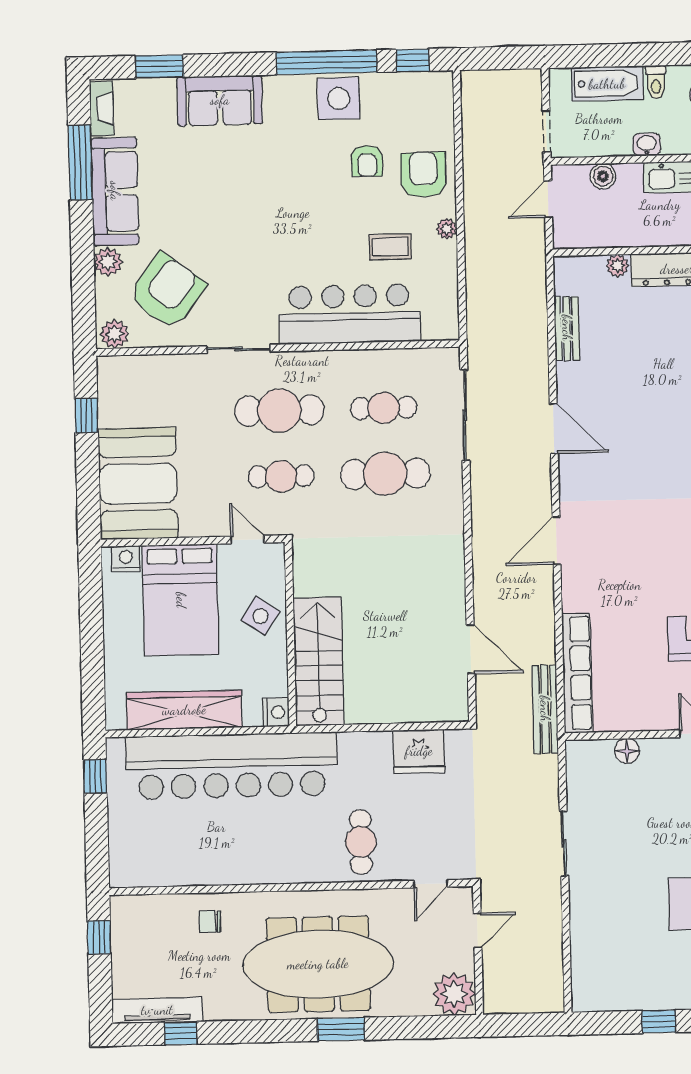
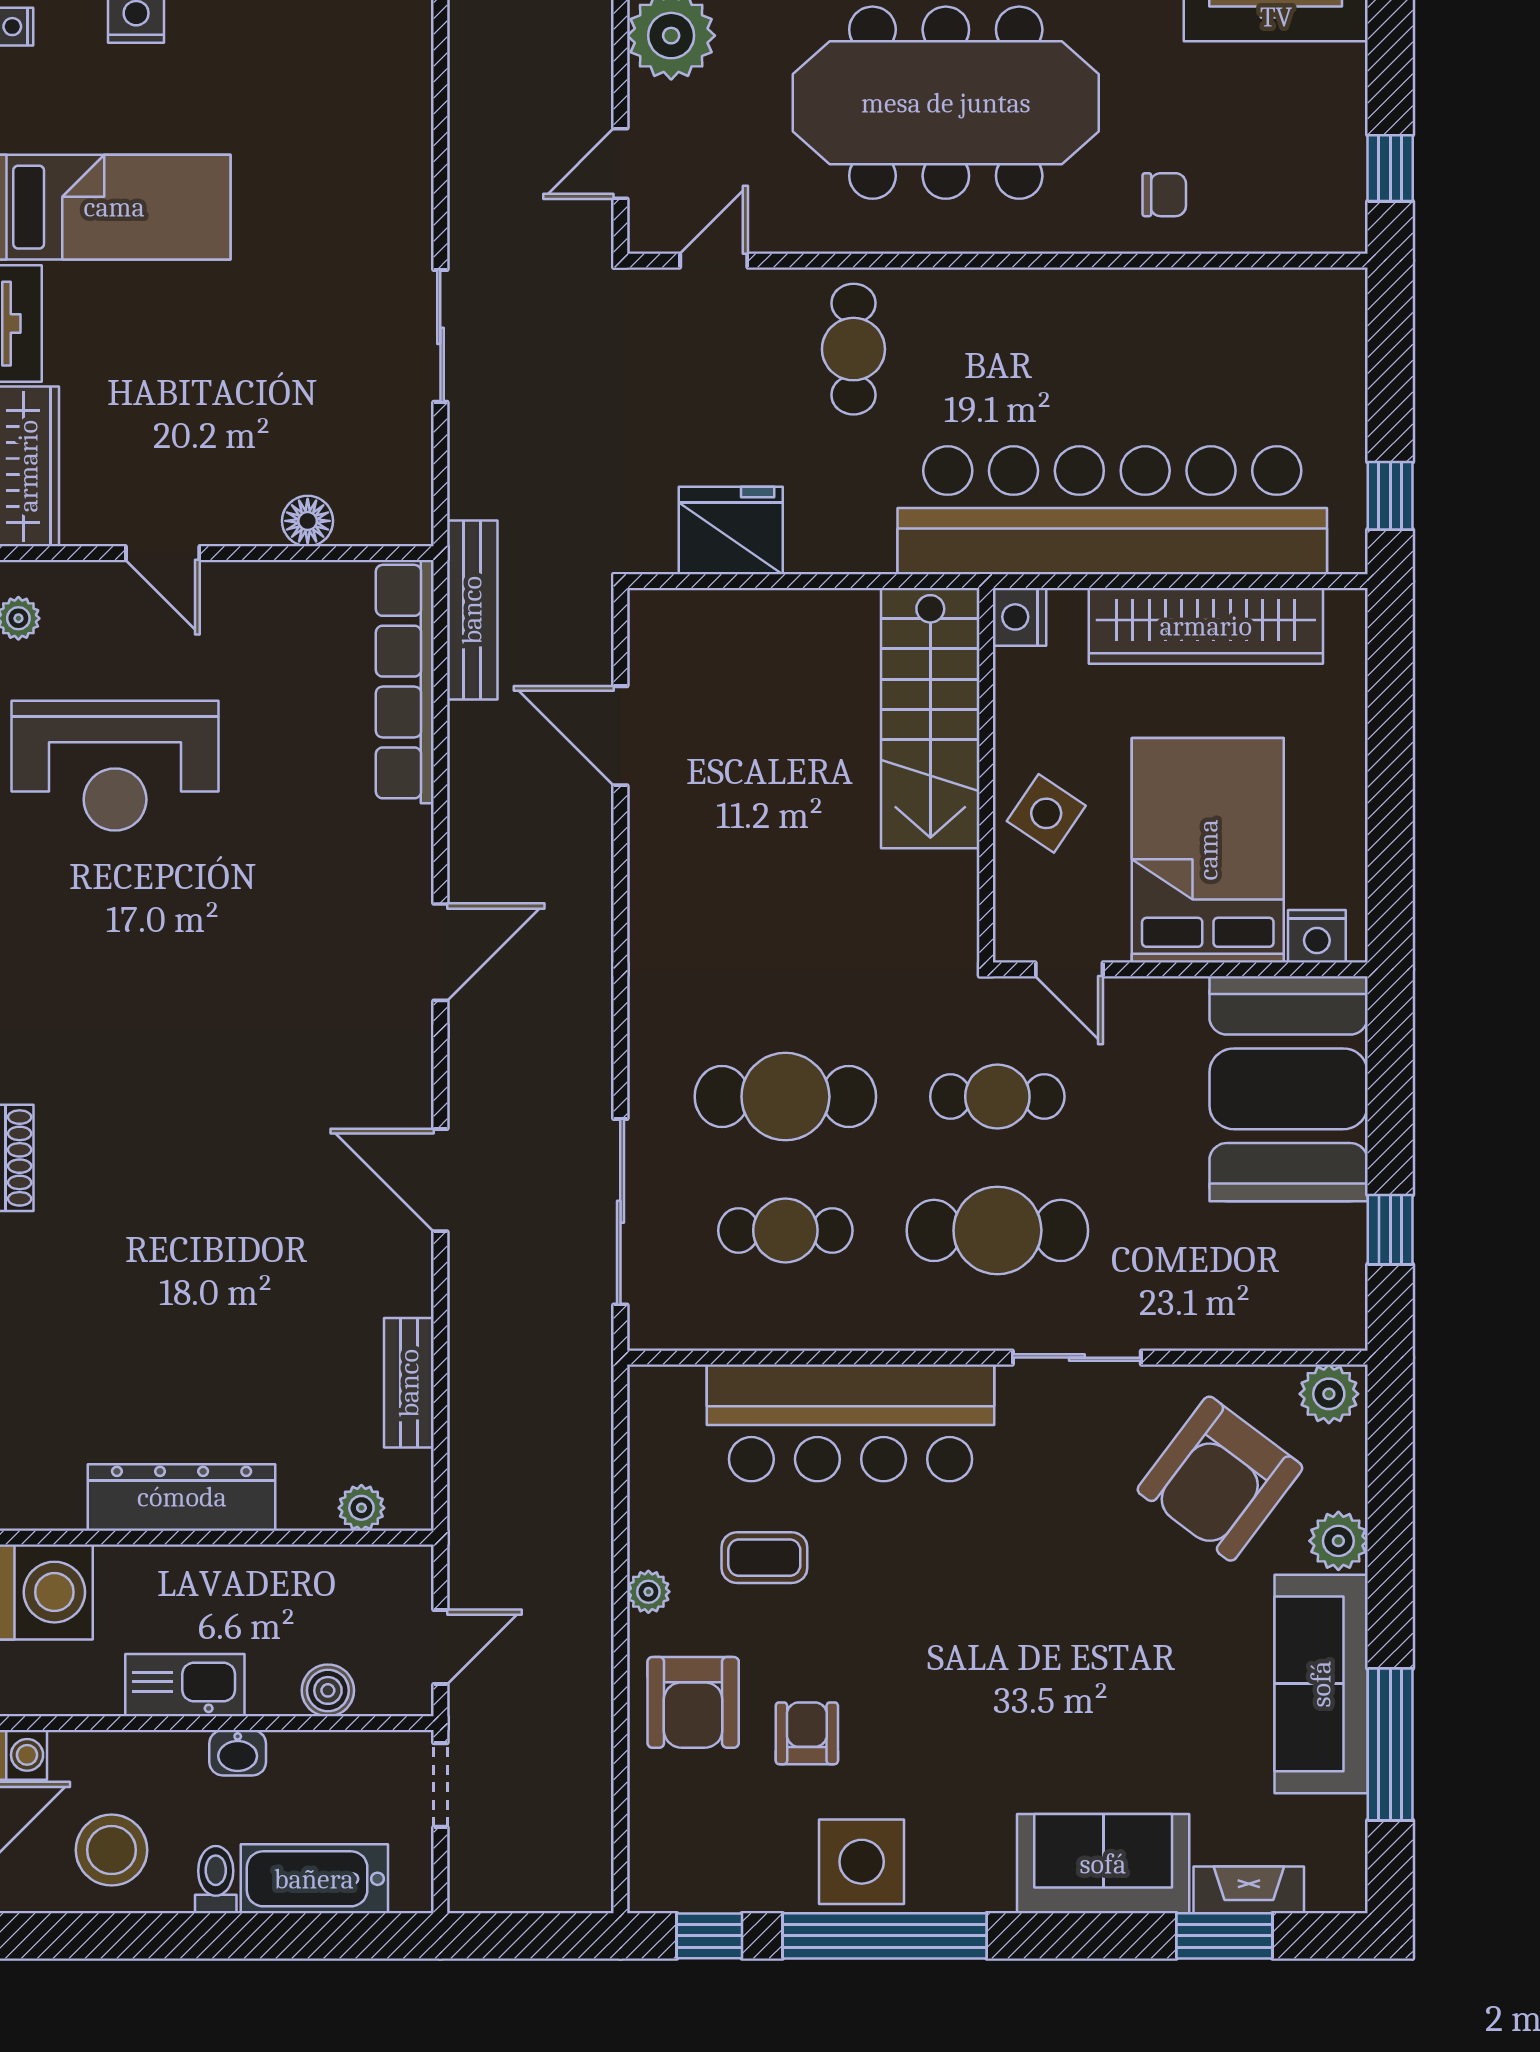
fireplace: (102, 109) -> (1249, 1890), moved, turned 90
plant: (618, 266) -> (361, 1508), moved

